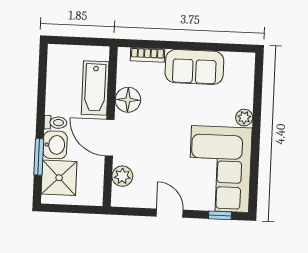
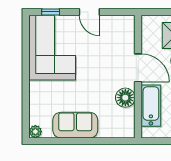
bookcase: (147, 55) -> (112, 133), removed
plant: (244, 118) -> (35, 132), moved
plant: (122, 176) -> (127, 39), removed

